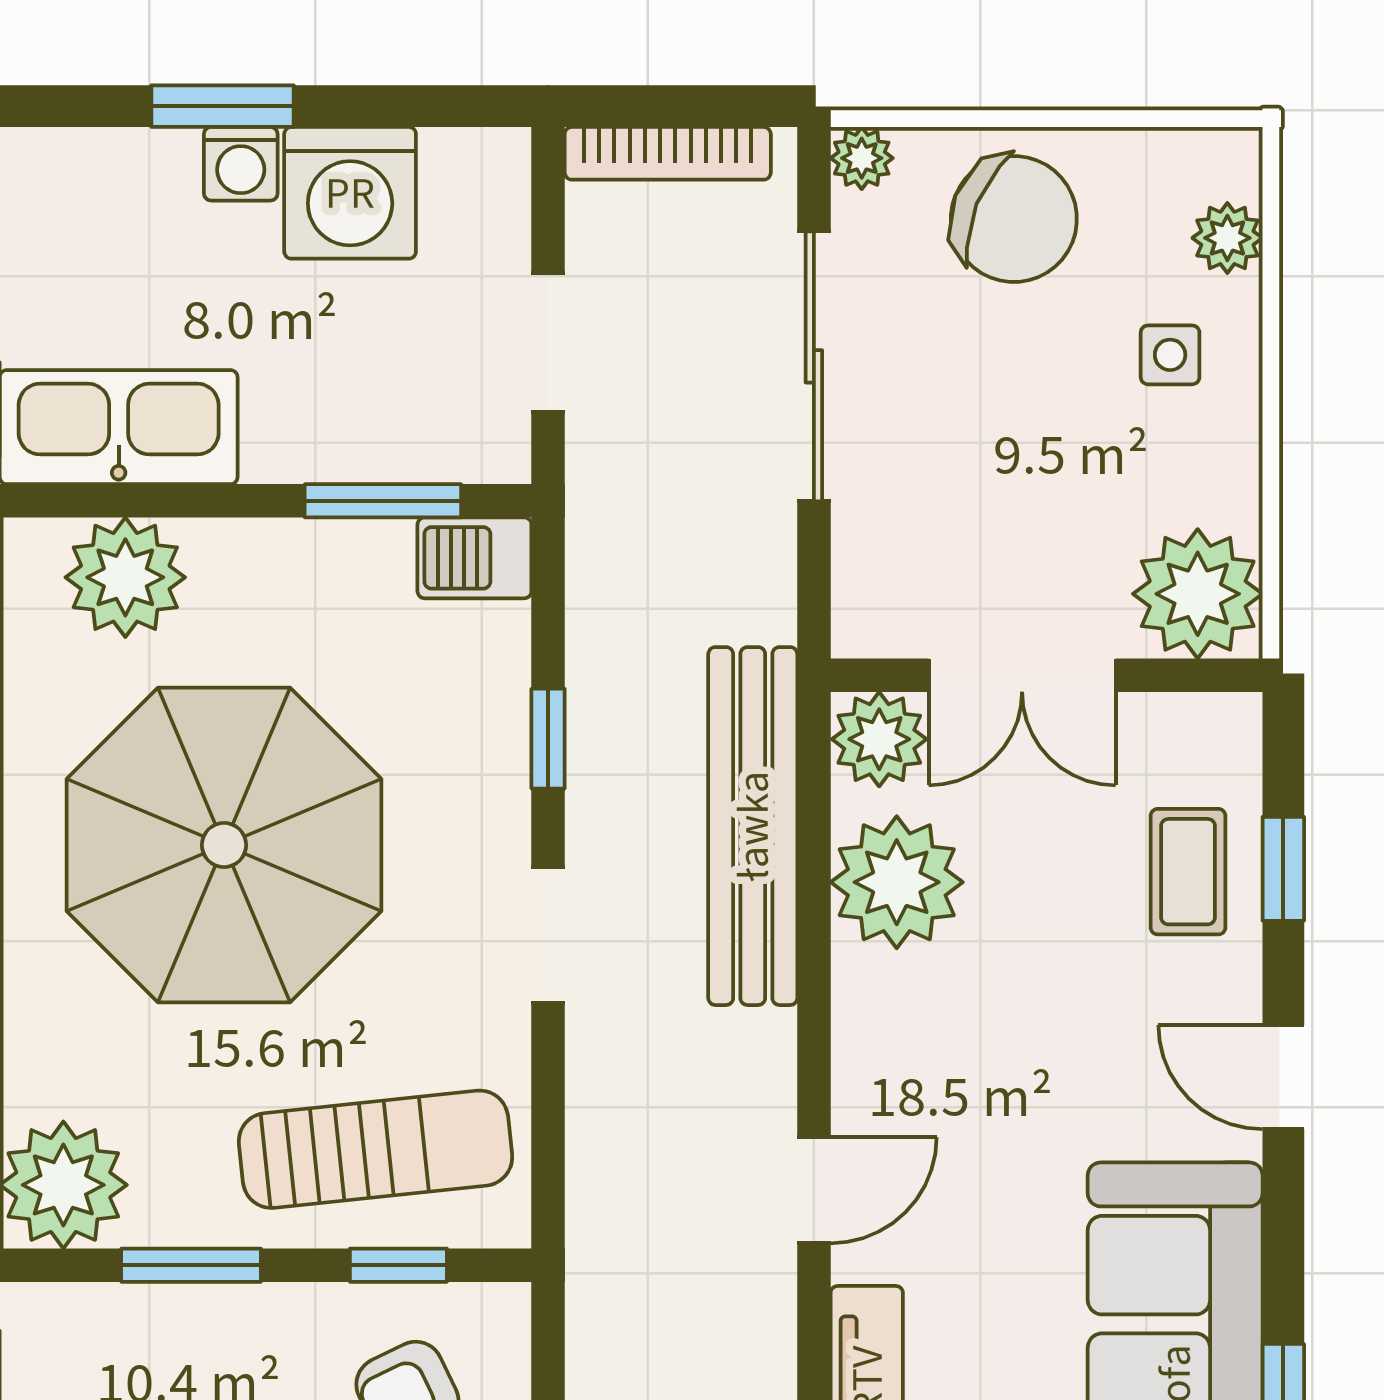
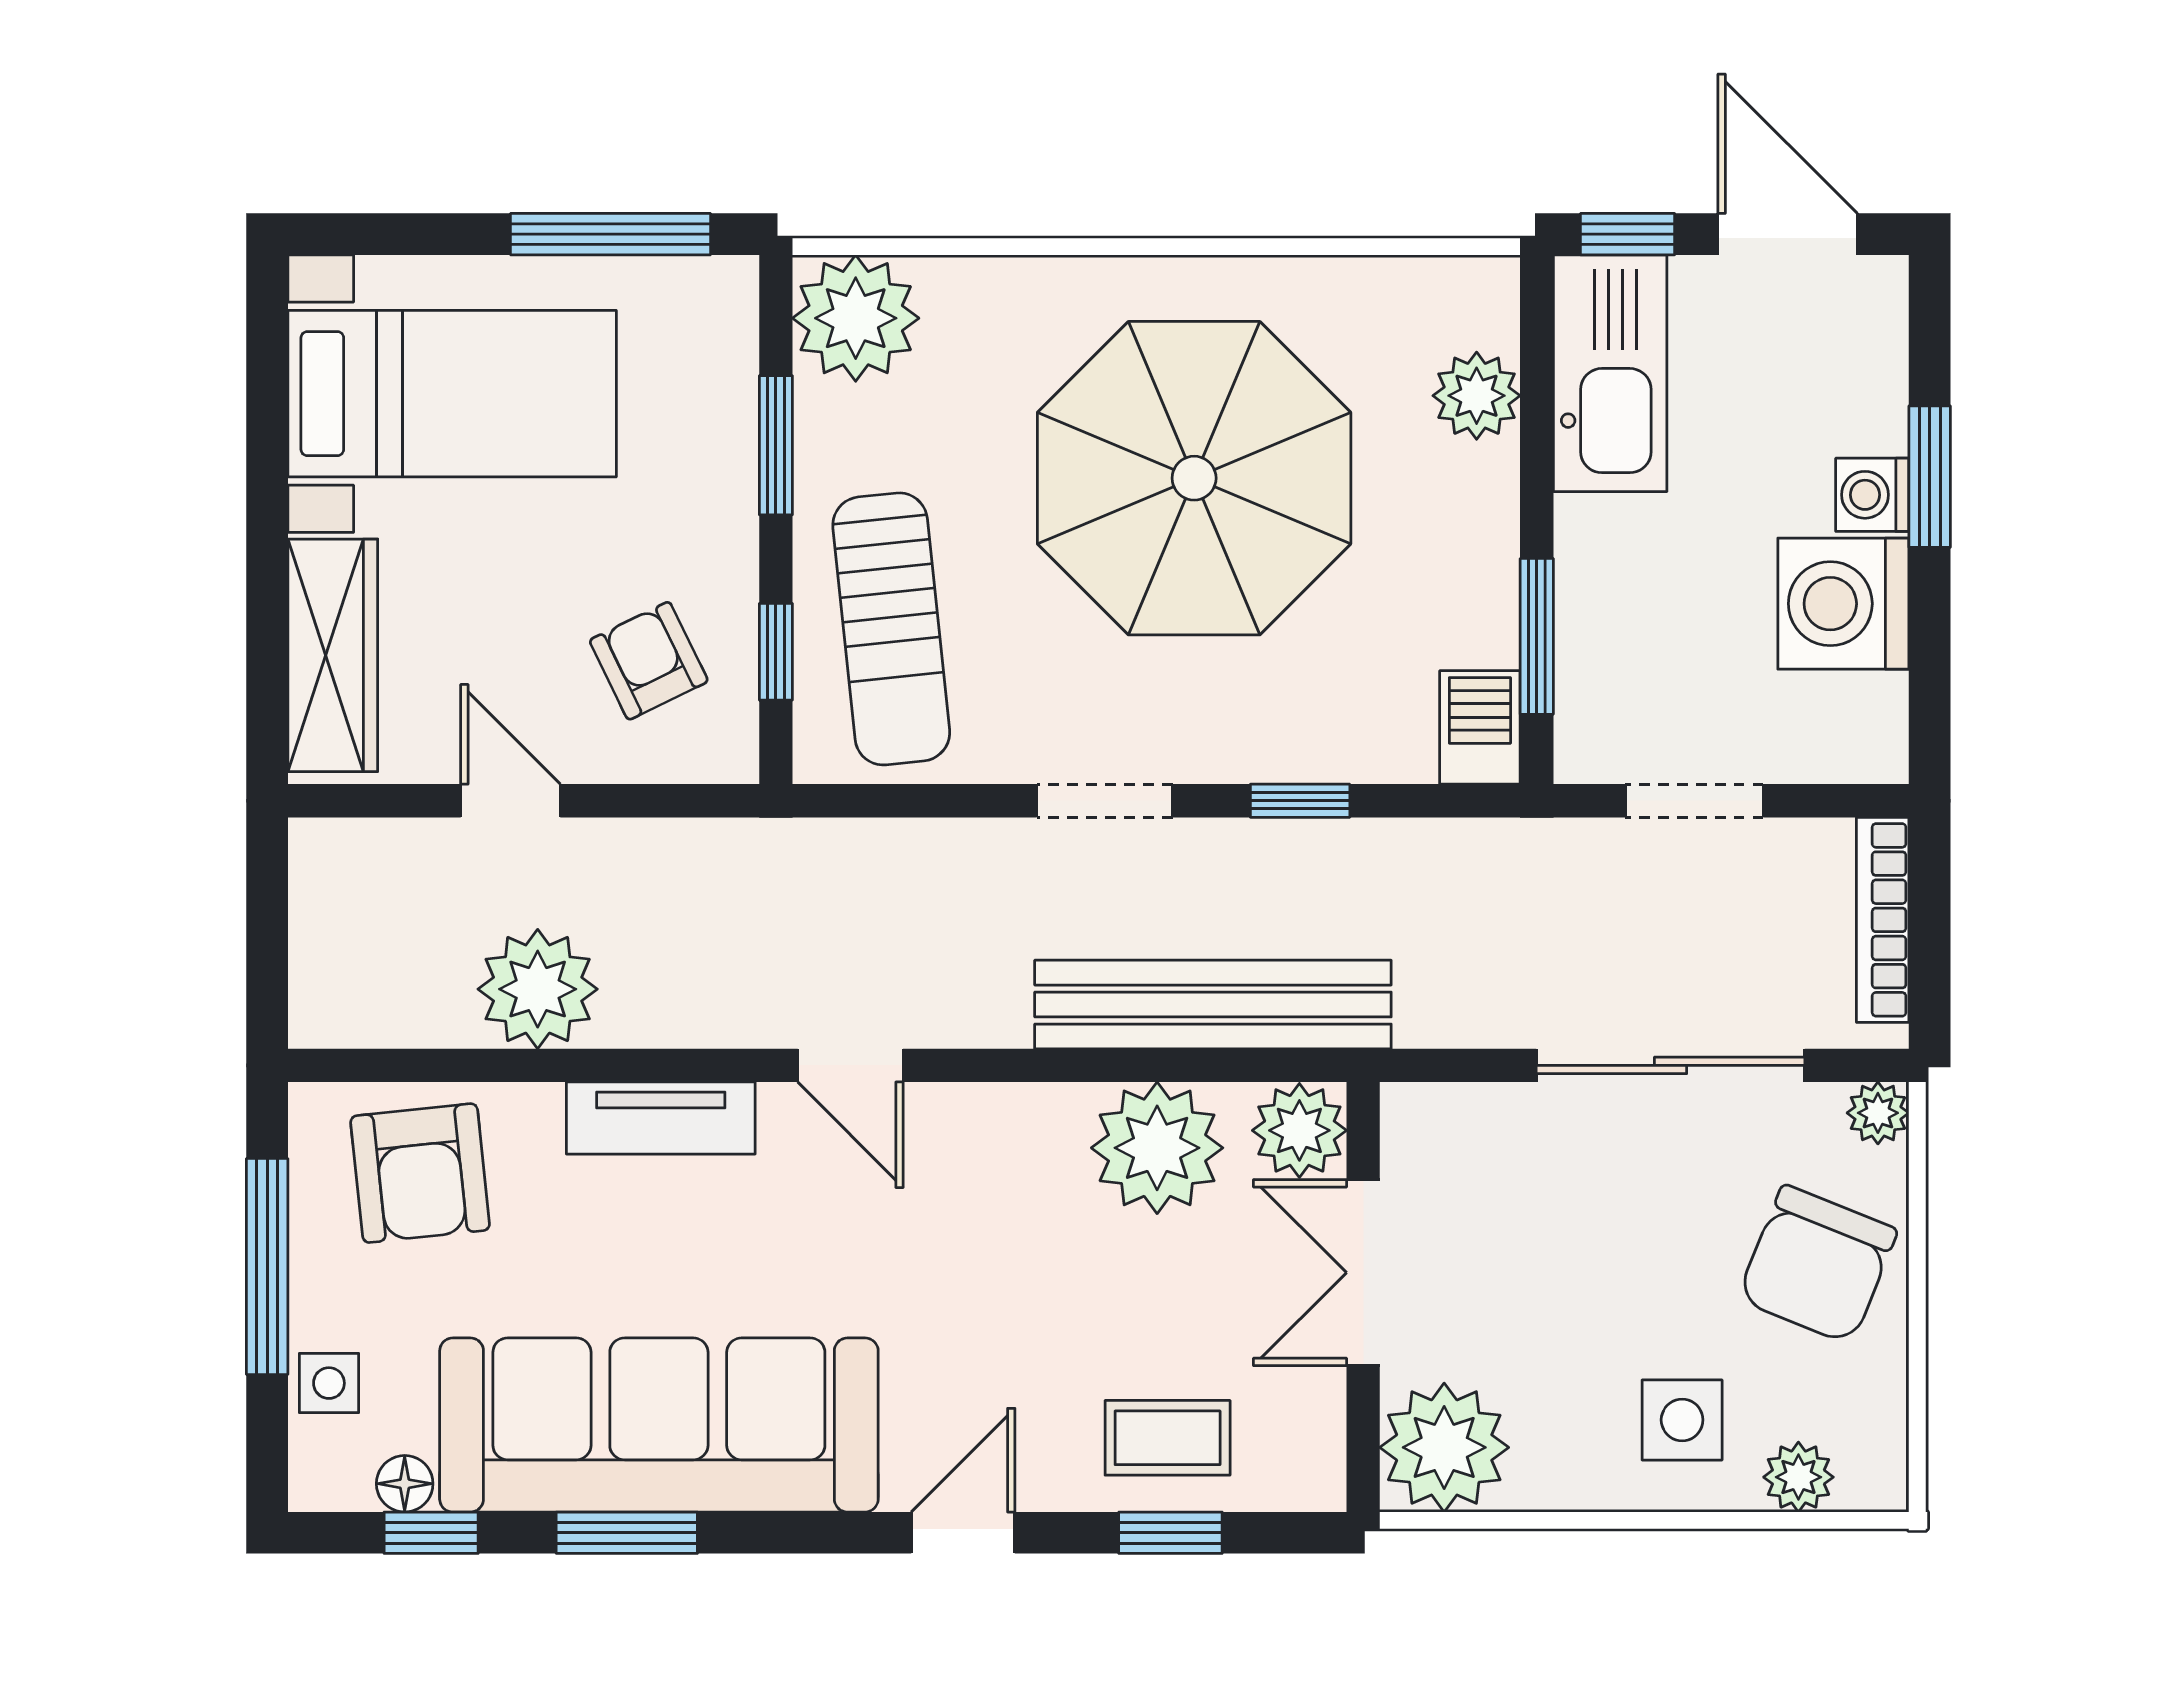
side table: (1170, 355) -> (1682, 1420), width x1.37, depth x1.37
plant: (125, 577) -> (1477, 396), width x0.73, depth x0.73

